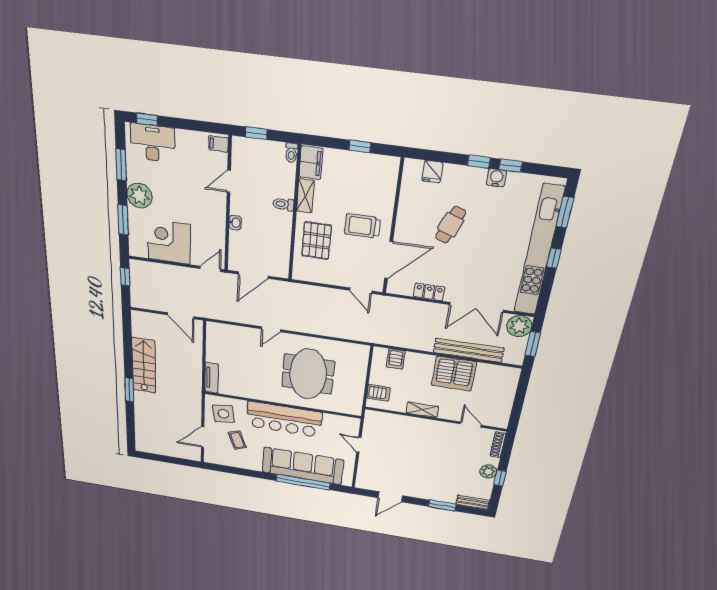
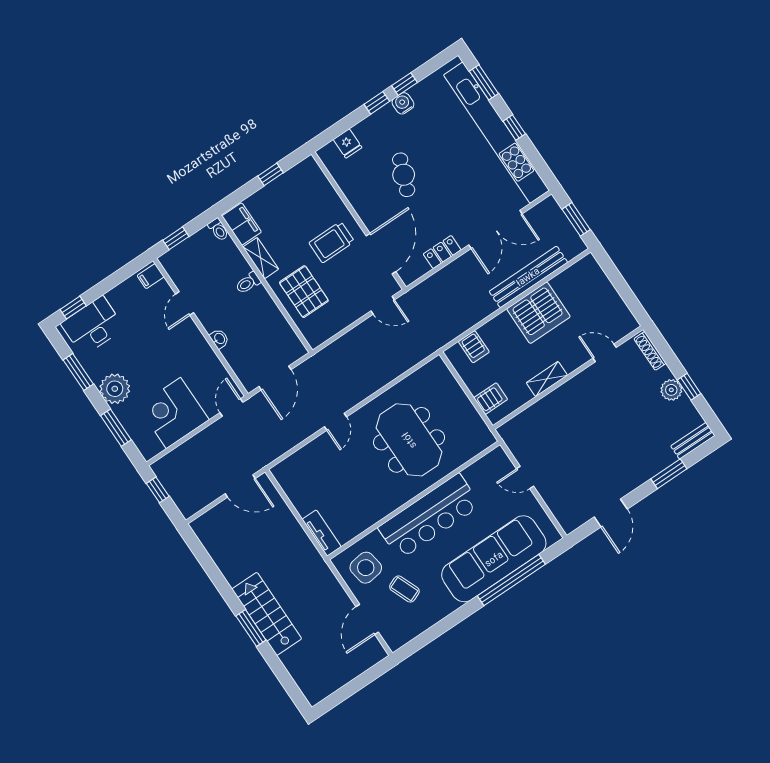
plant: (519, 326) -> (548, 213), removed
stairs: (144, 365) -> (267, 614), moved

